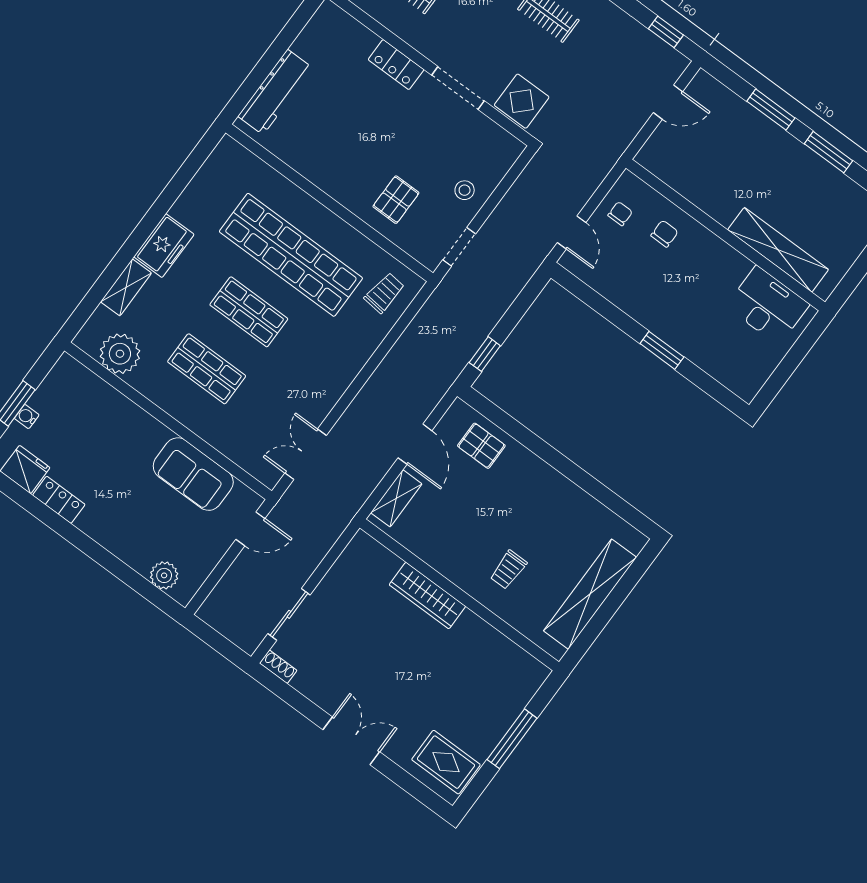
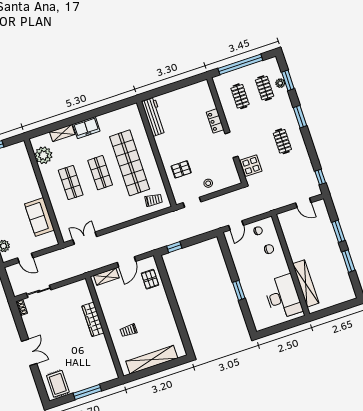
workbench: (275, 92) -> (154, 117), moved, turned -90
desk: (768, 305) -> (283, 297), width x1.36, depth x1.30
door: (250, 529) -> (25, 258), moved

